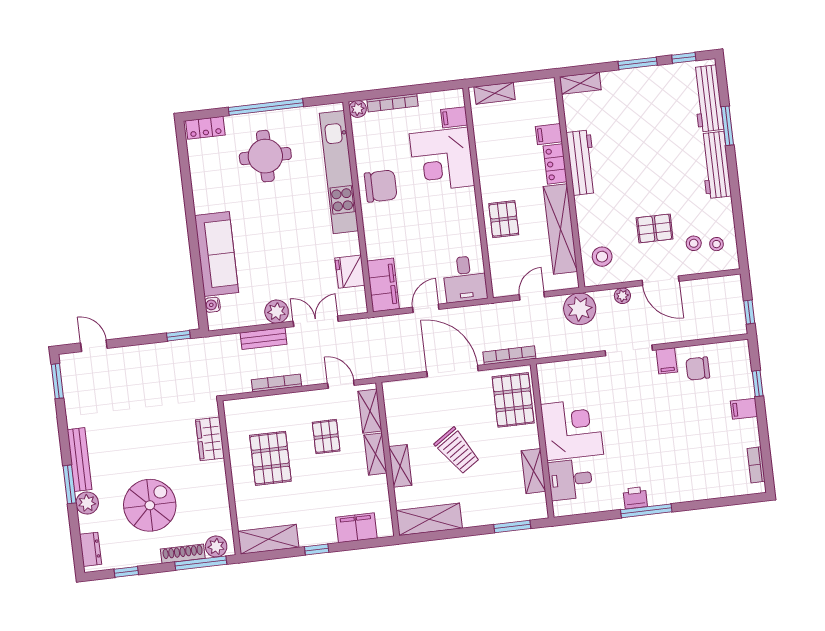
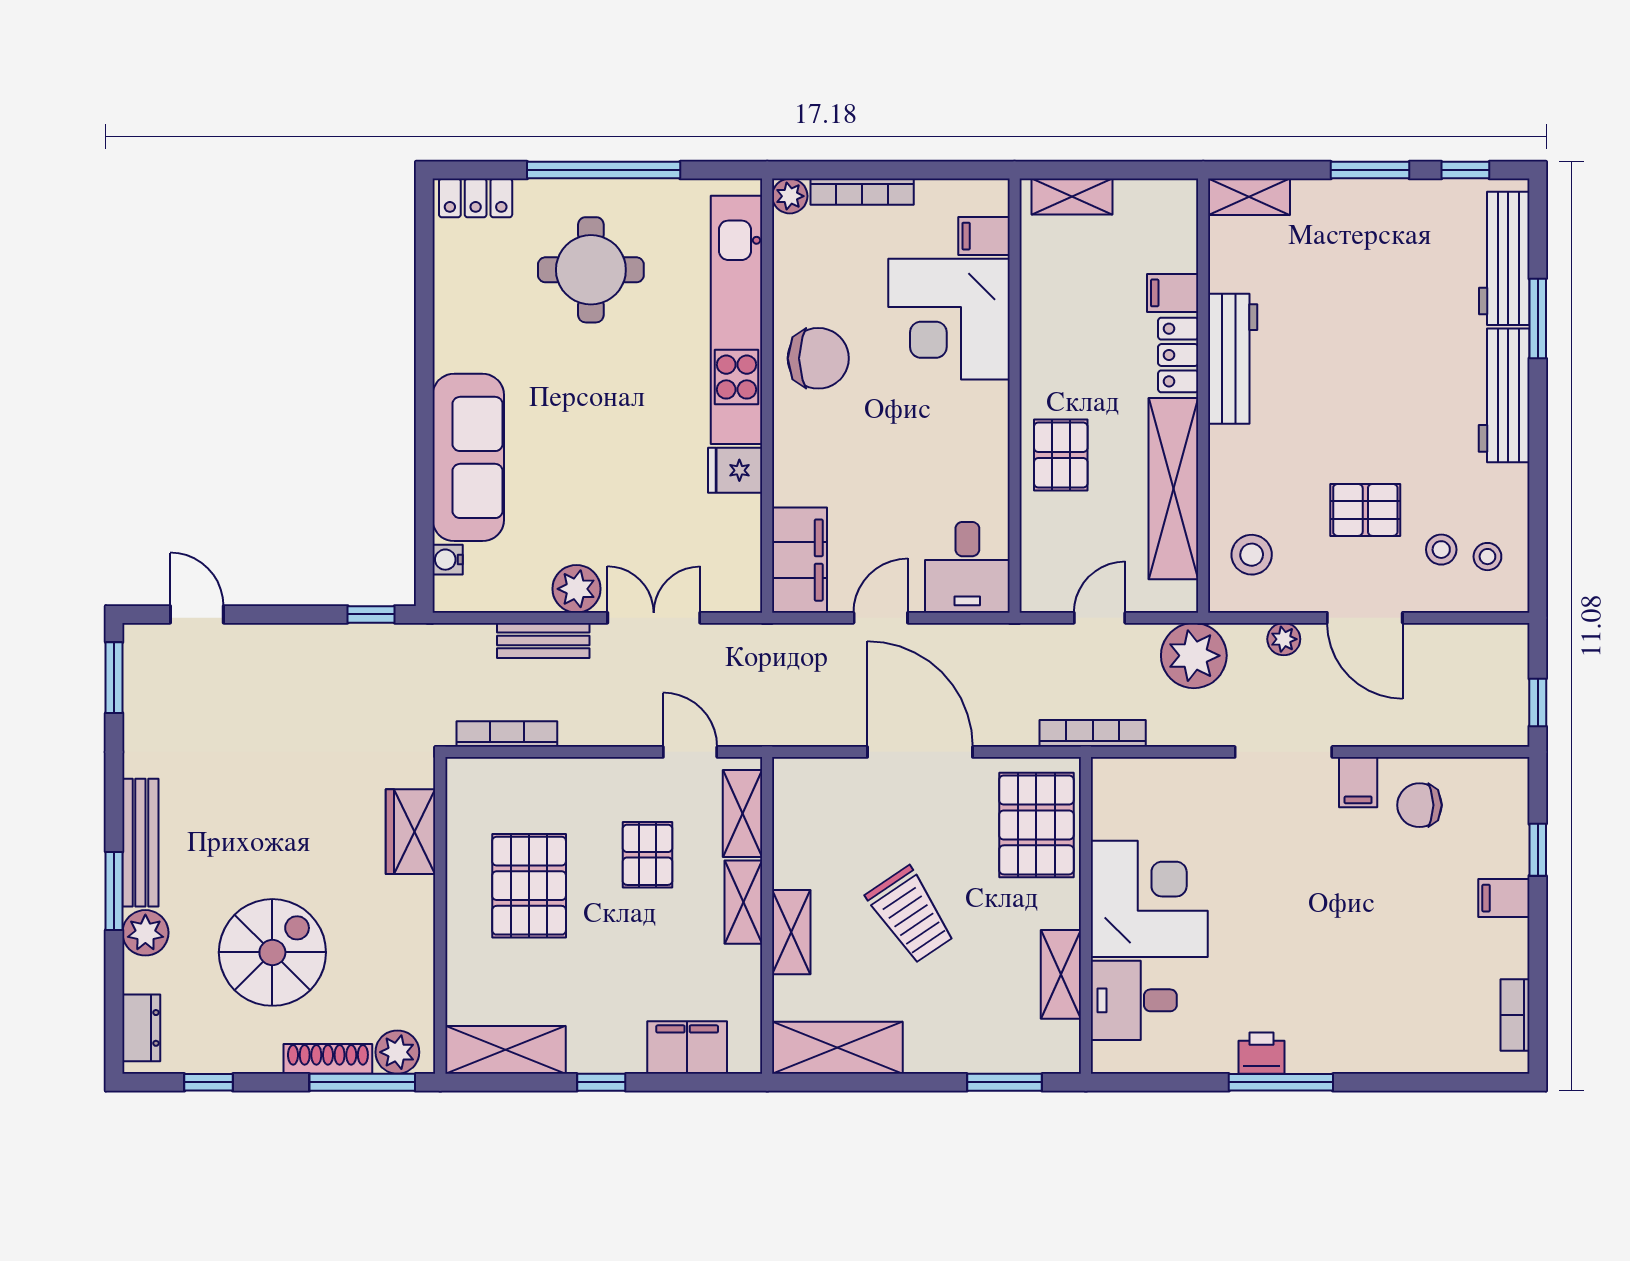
fridge: (350, 272) -> (735, 470), moved, width x0.72
bookcase: (509, 355) -> (1093, 733), moved
bookcase: (276, 383) -> (507, 734), moved

